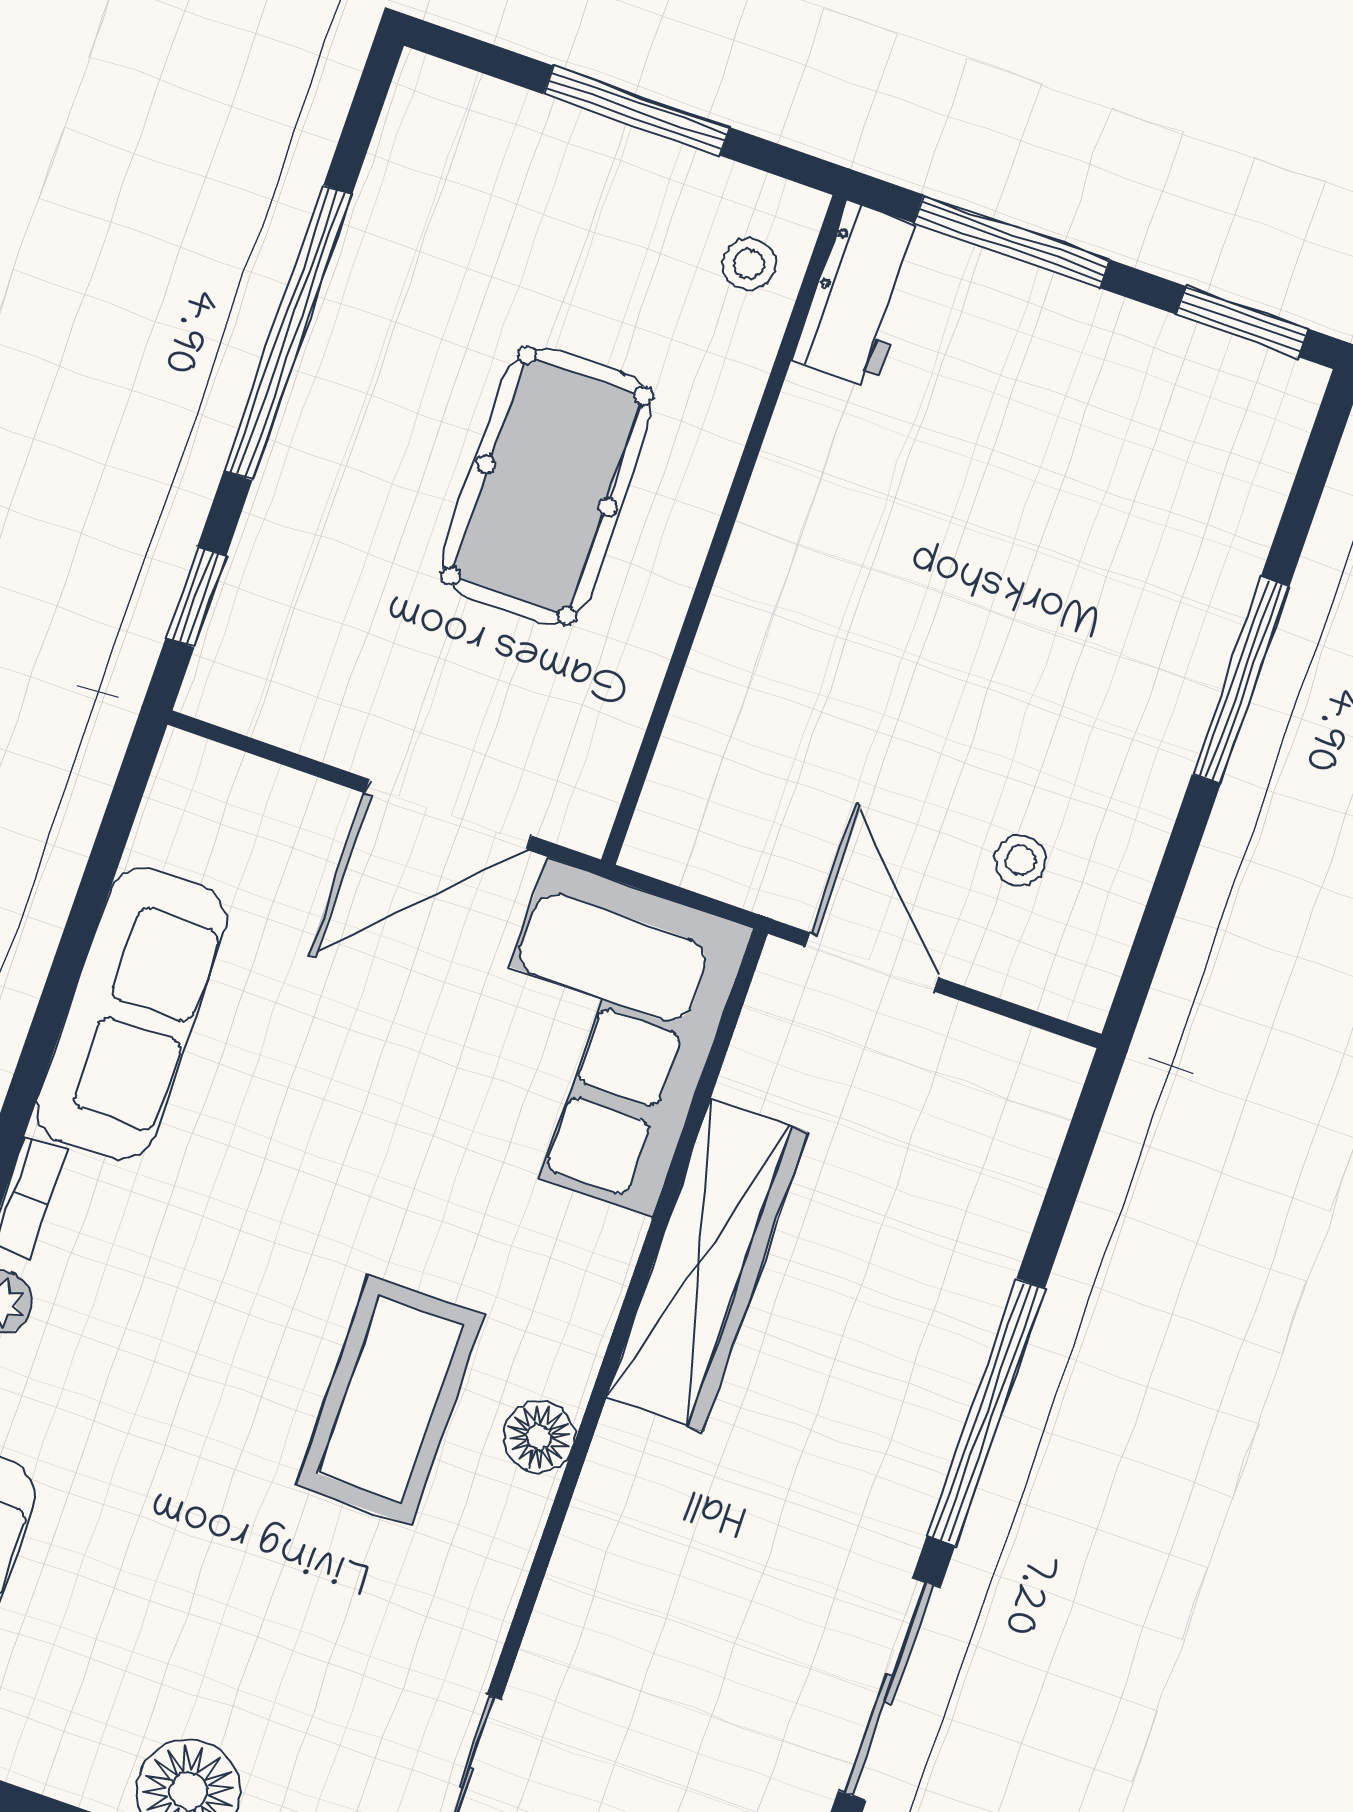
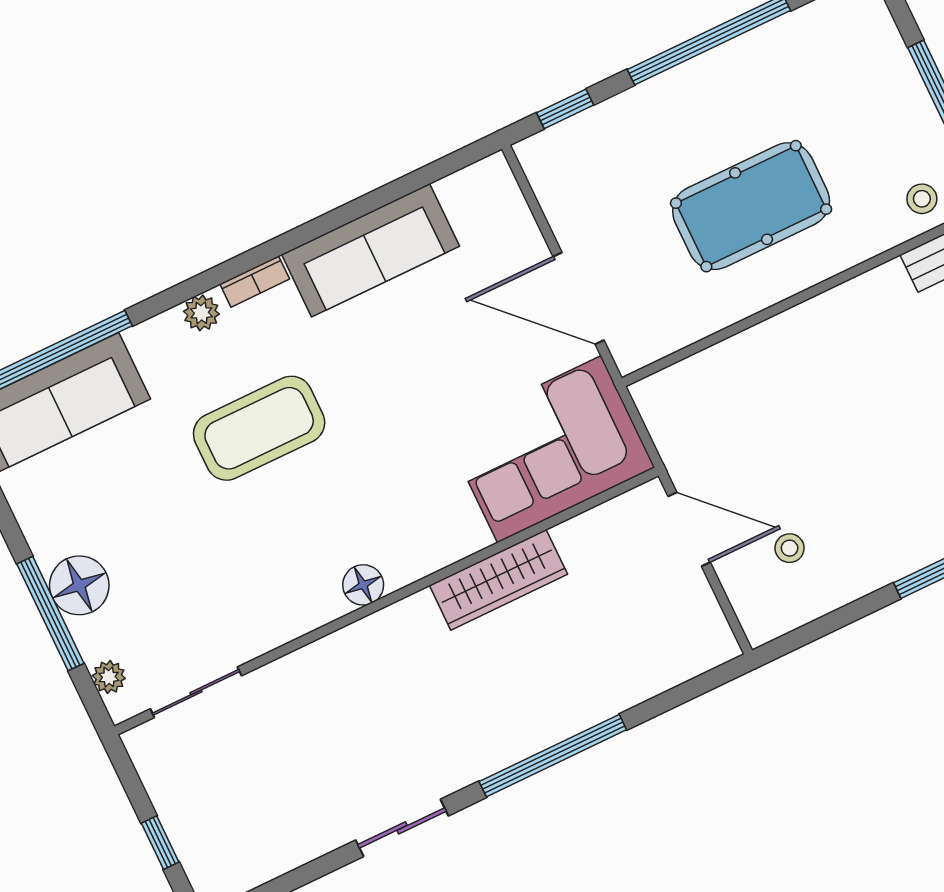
door: (873, 962) -> (689, 529), hinge flipped
wardrobe: (707, 1265) -> (498, 580), width x0.71, depth x0.85
coffee table: (390, 1400) -> (259, 428), moved
sliding door: (889, 1689) -> (402, 828), width x0.73

